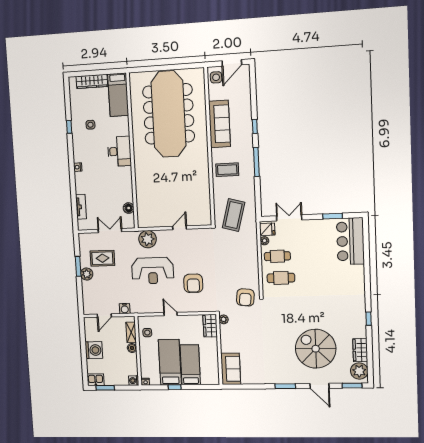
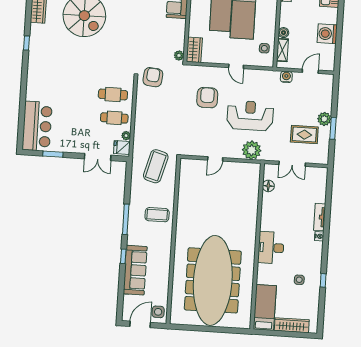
sofa: (219, 124) -> (135, 270), moved, turned 180
tv unit: (81, 207) -> (320, 217), moved

